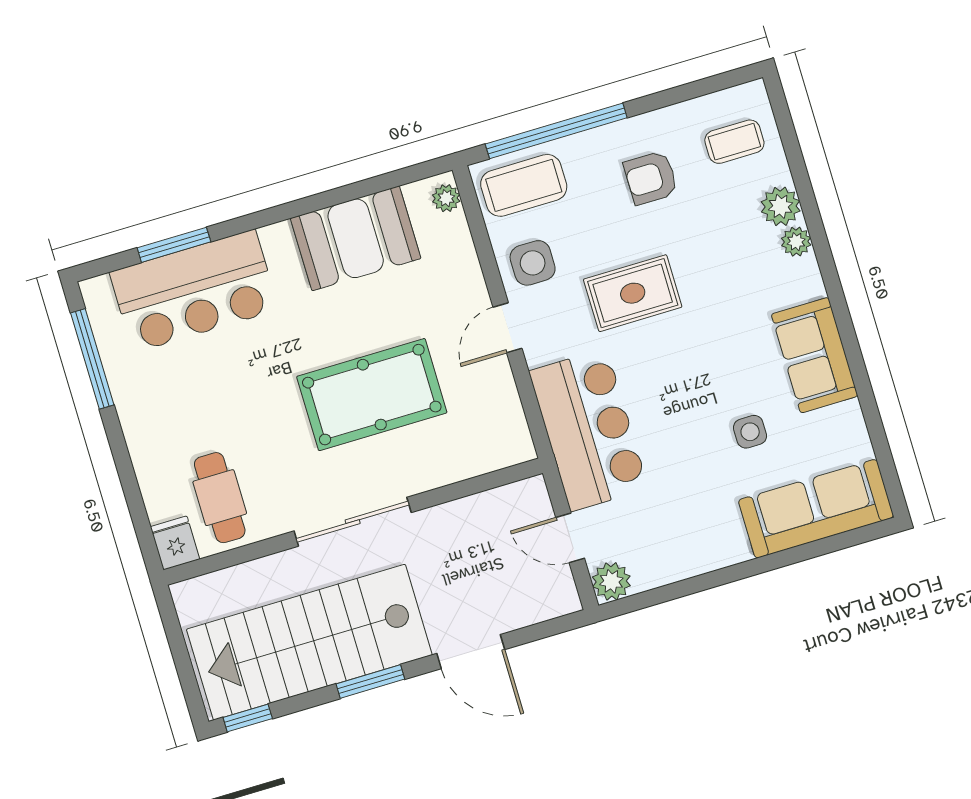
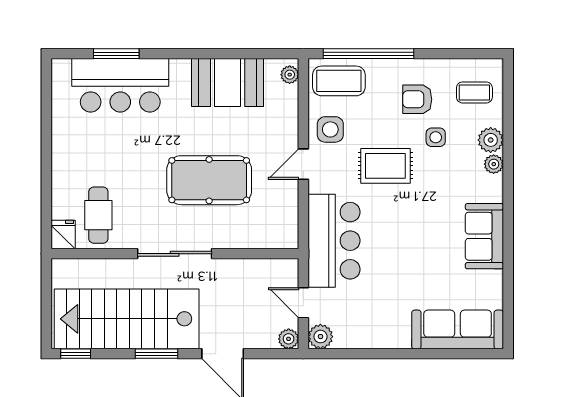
window: (92, 359) -> (46, 108), removed
side table: (750, 432) -> (436, 137), moved
plant: (564, 599) -> (289, 339), added

